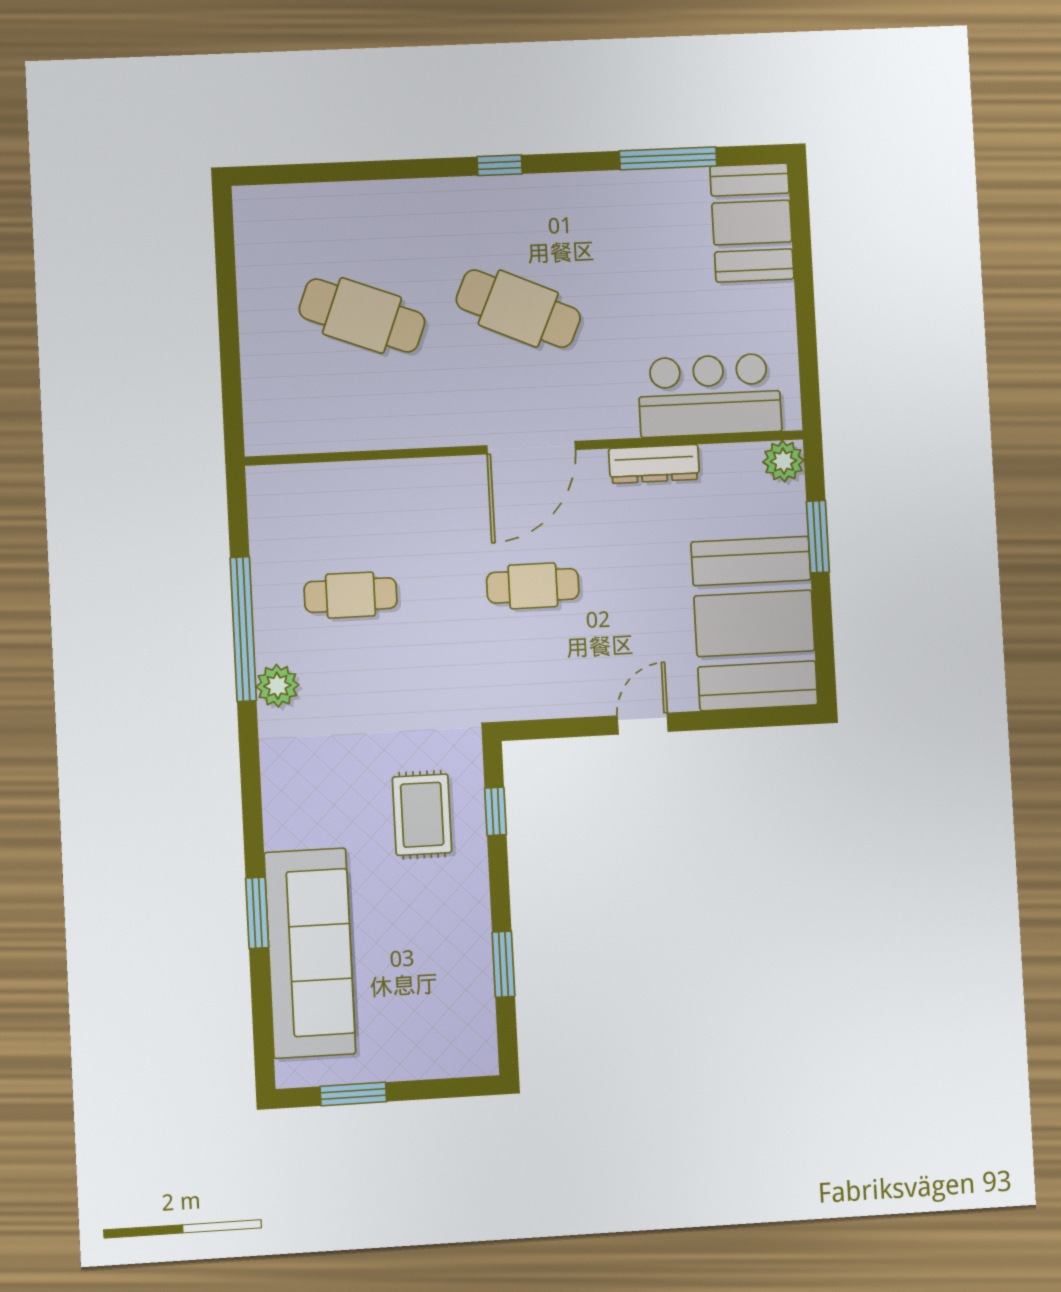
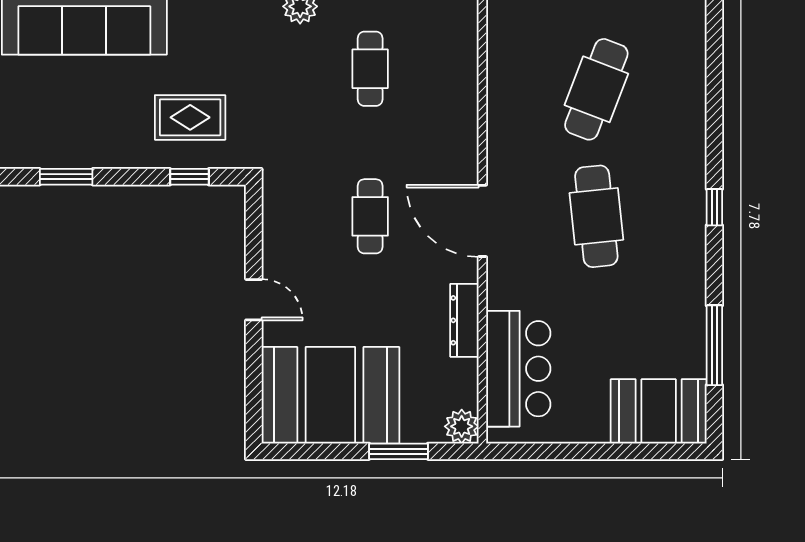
cafe table: (518, 309) -> (596, 216), turned -30

